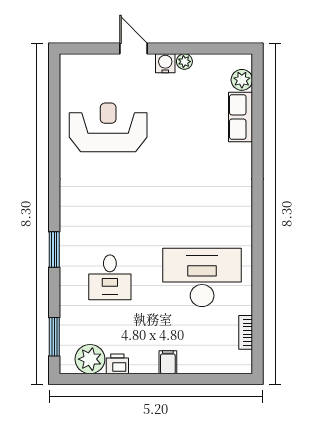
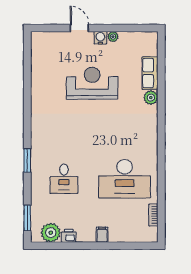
plant: (242, 80) -> (151, 98), moved
reception desk: (108, 127) -> (92, 83), moved
desk: (202, 277) -> (125, 179), turned 180

